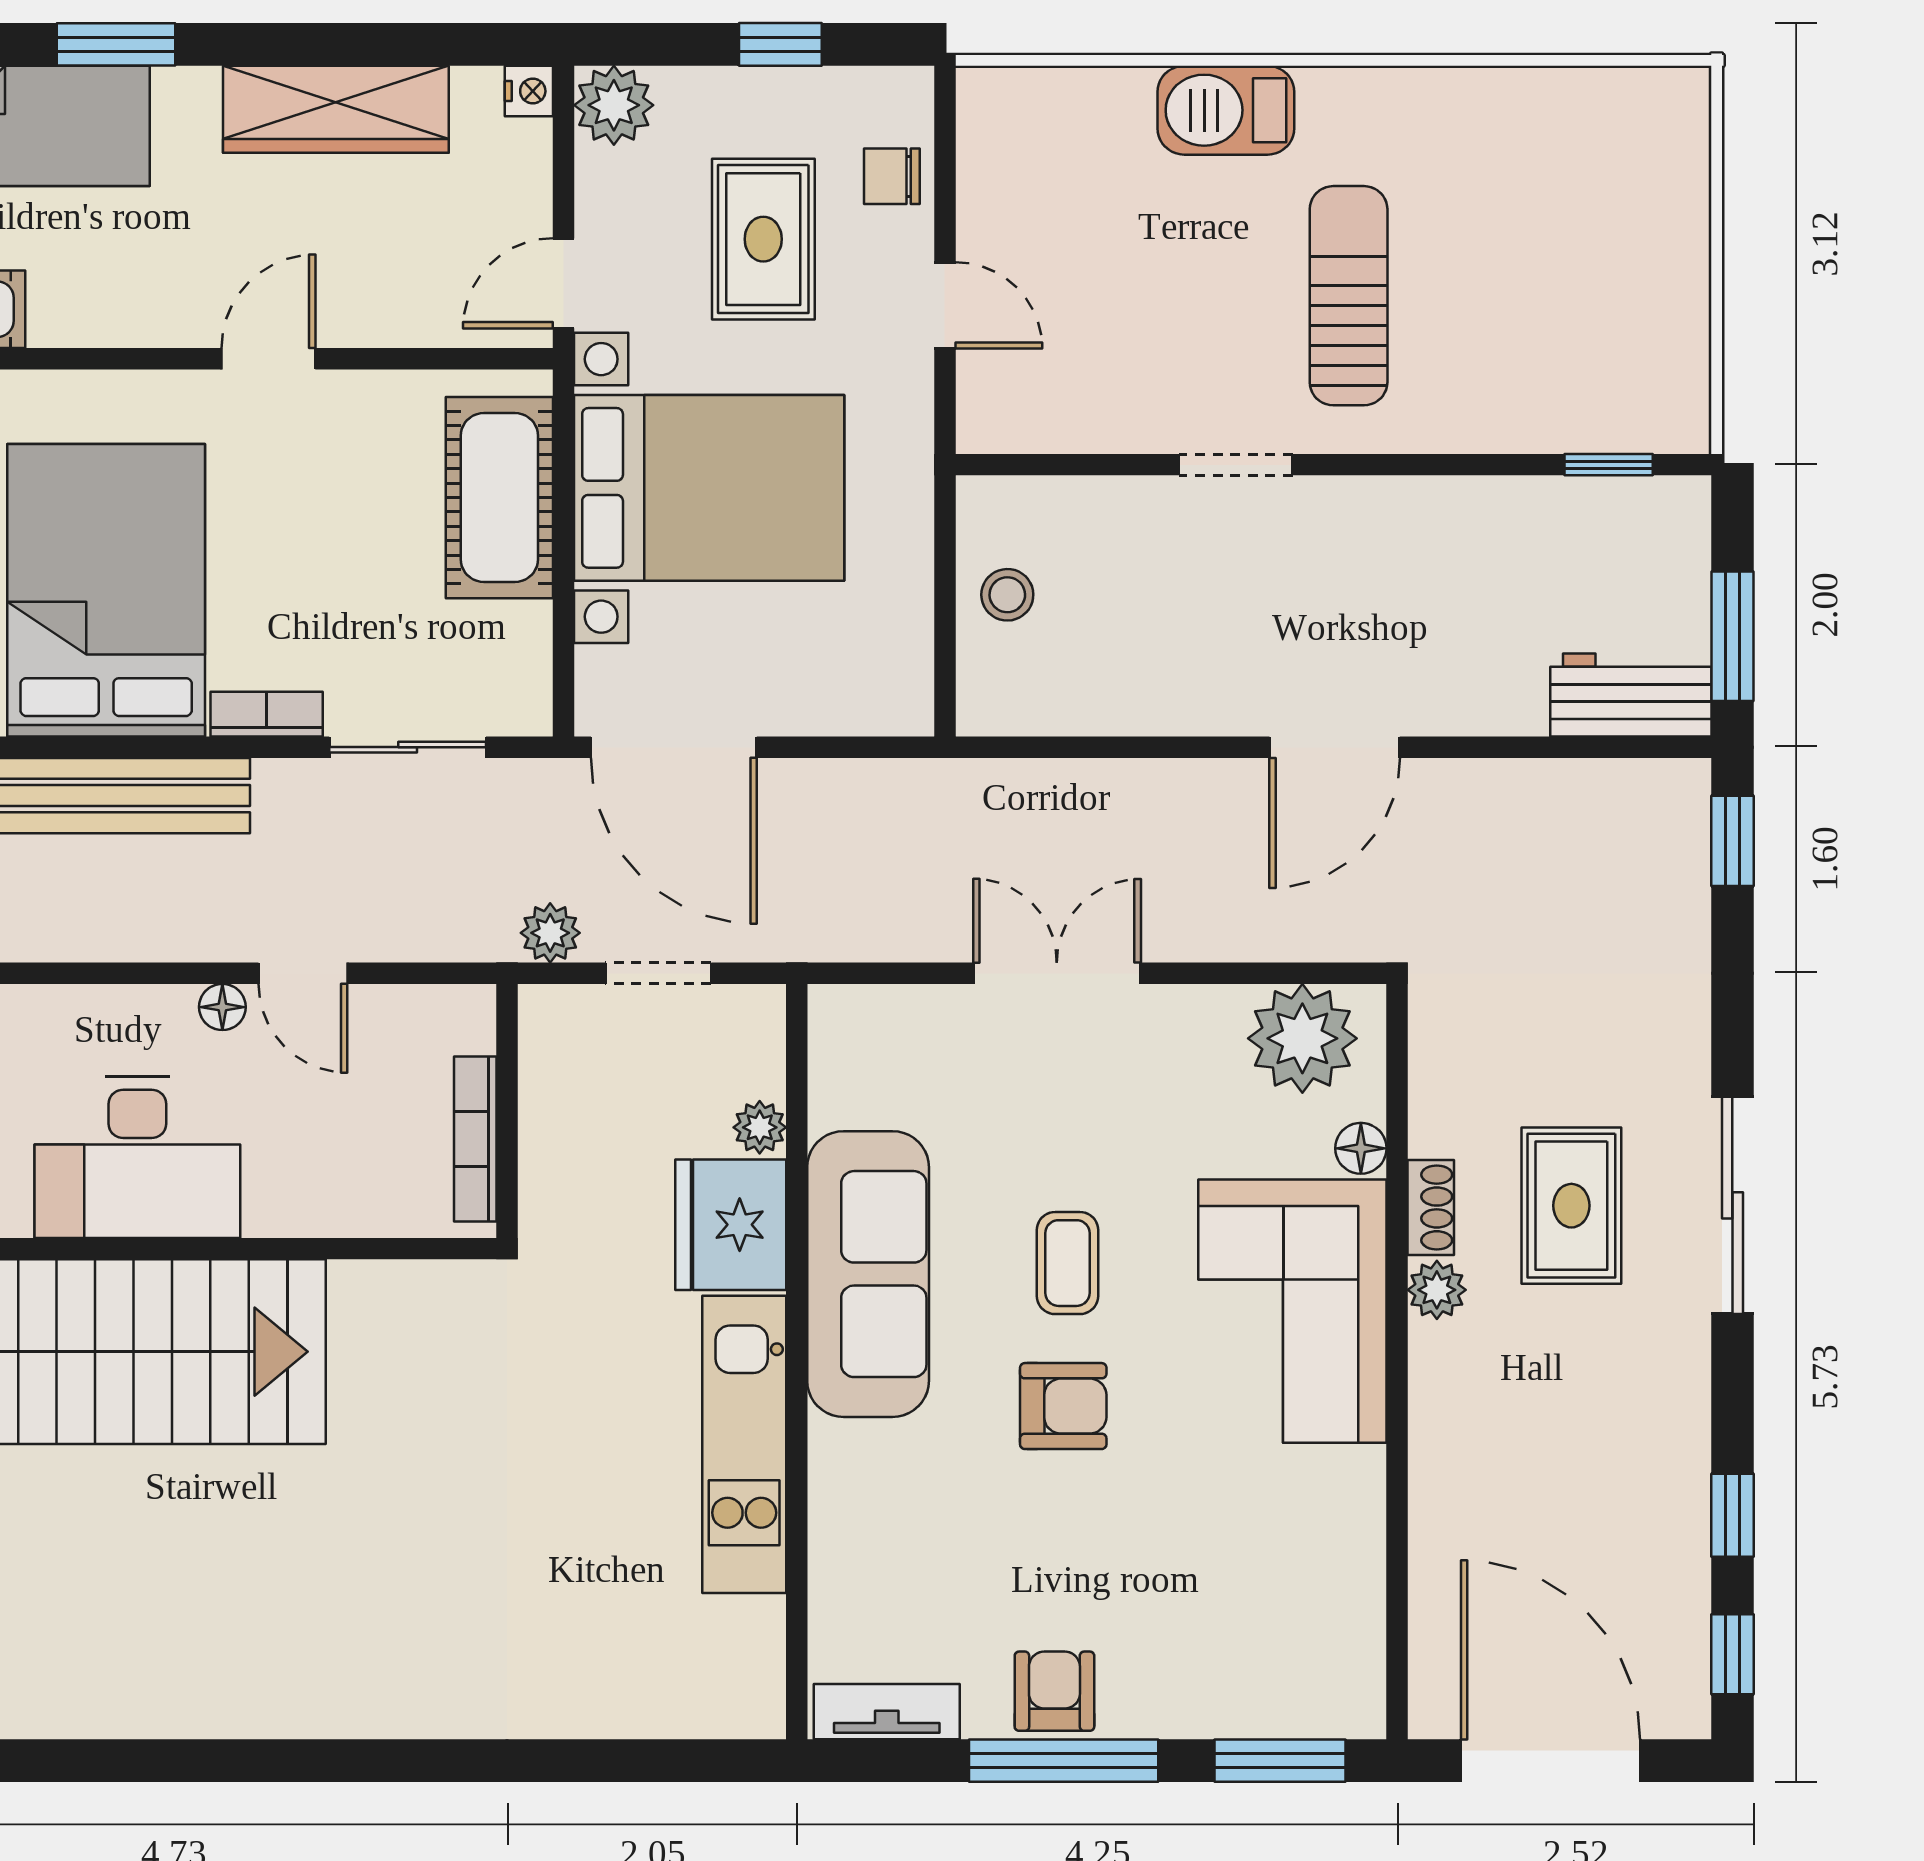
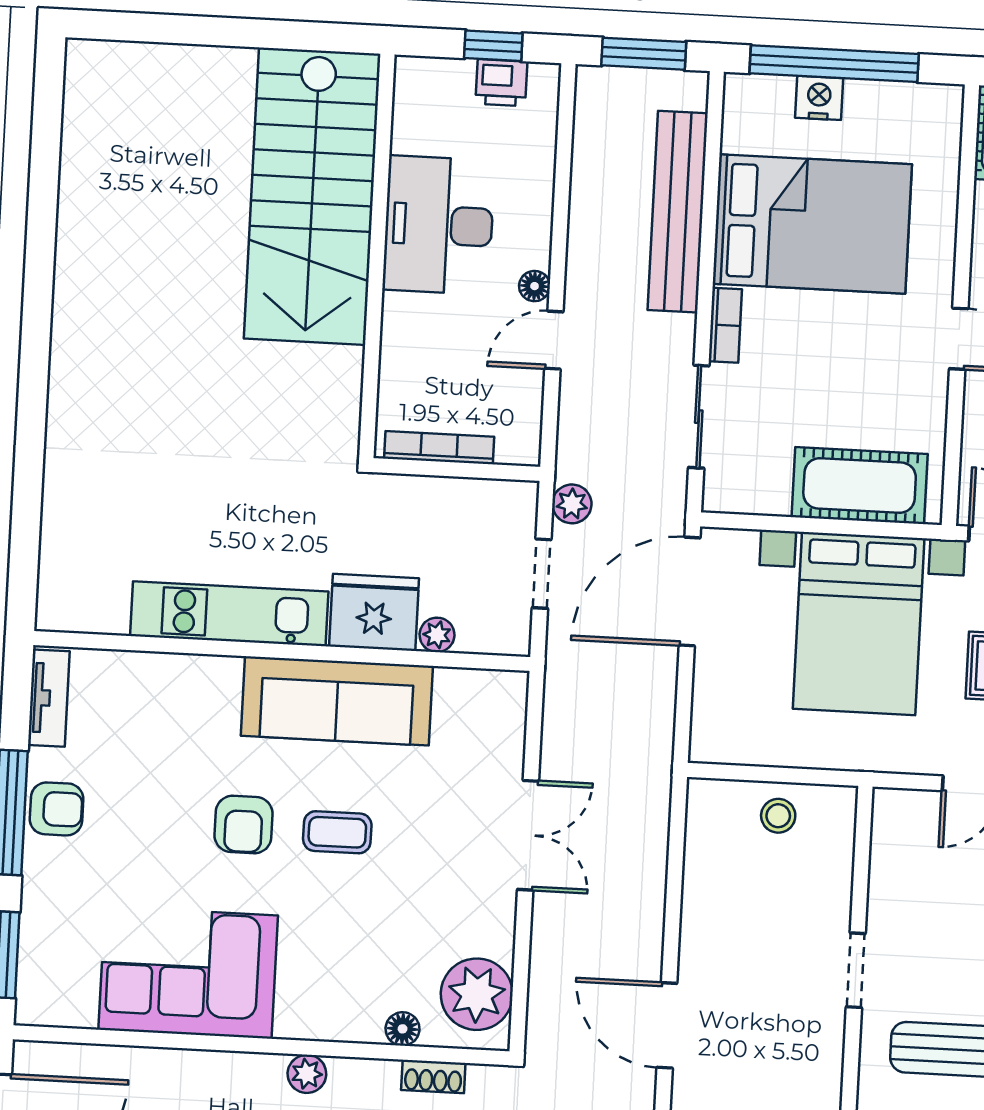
shoe rack: (1431, 1207) -> (433, 1076), moved
corner sofa: (1292, 1311) -> (188, 973), moved

